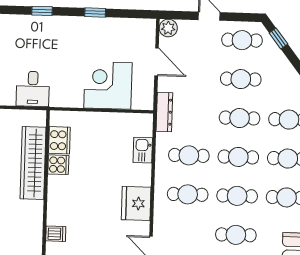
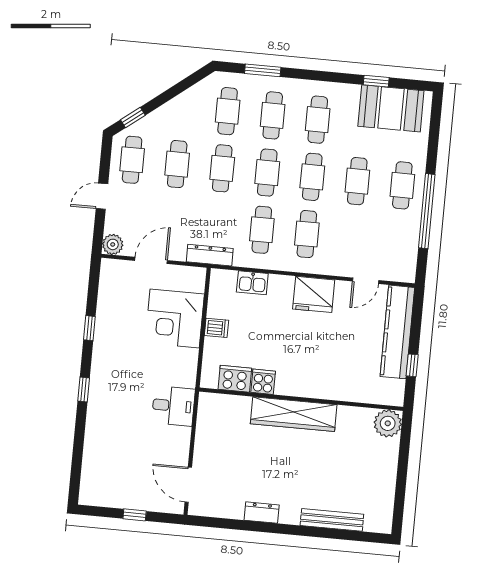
wardrobe: (33, 163) -> (294, 414), moved
dishwasher: (56, 234) -> (216, 328), moved, turned 90

